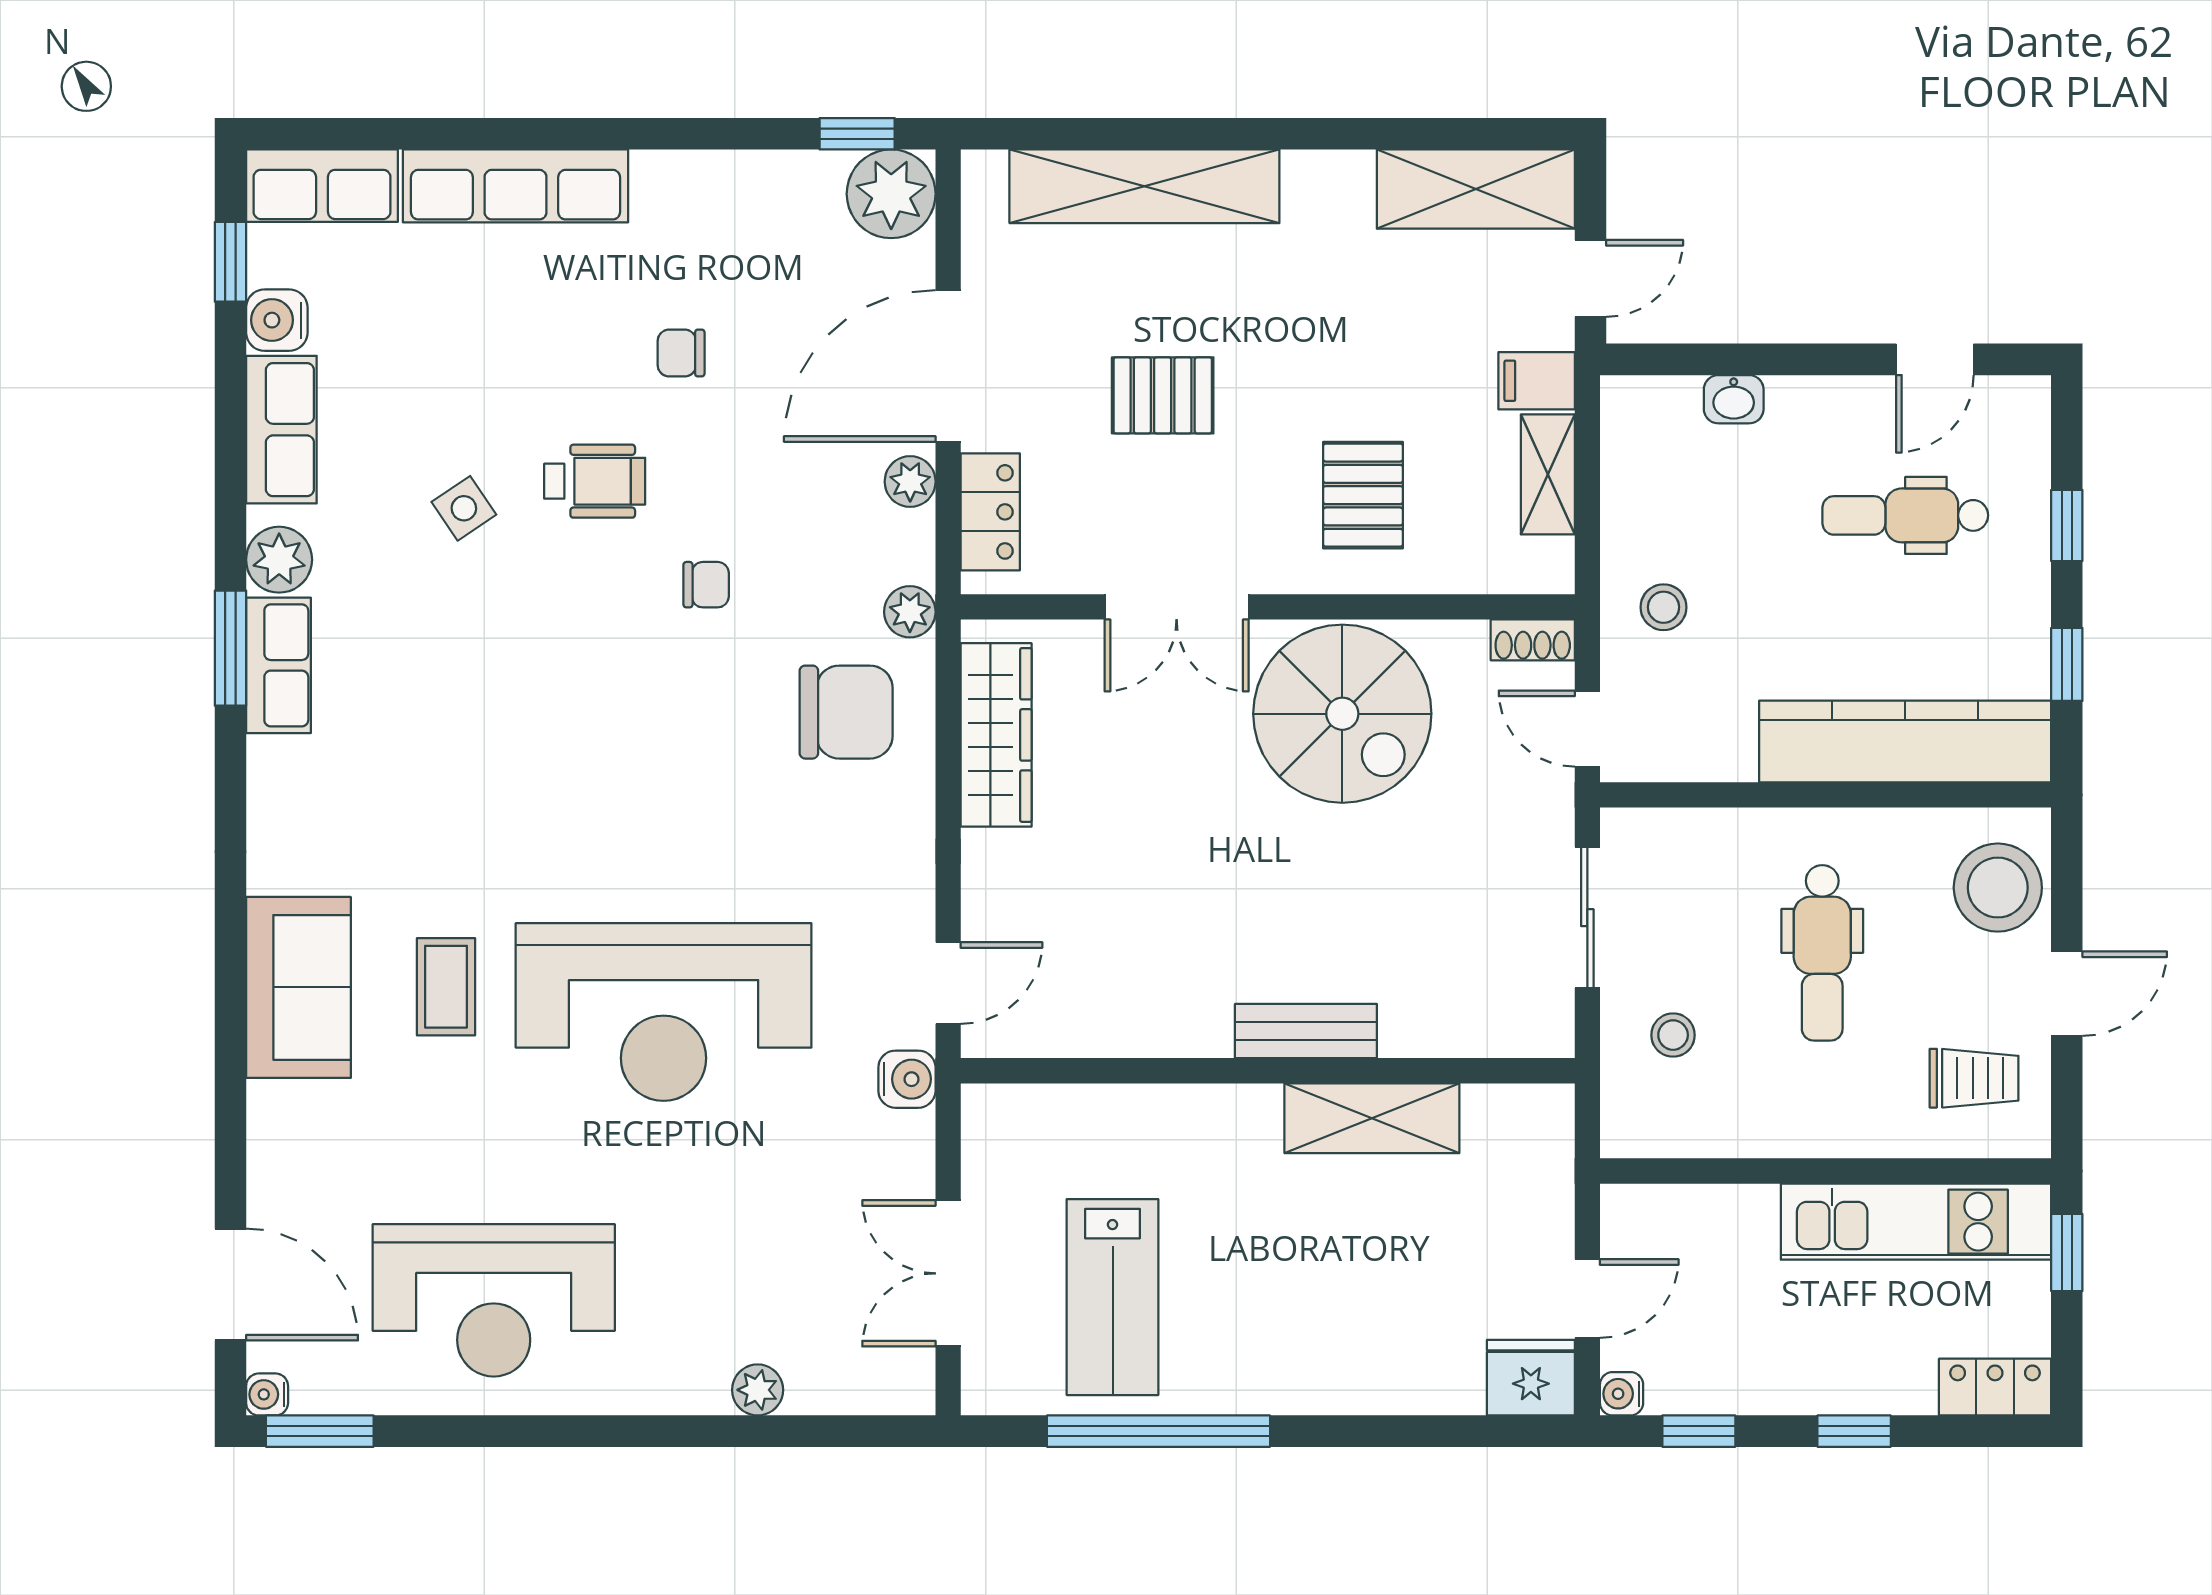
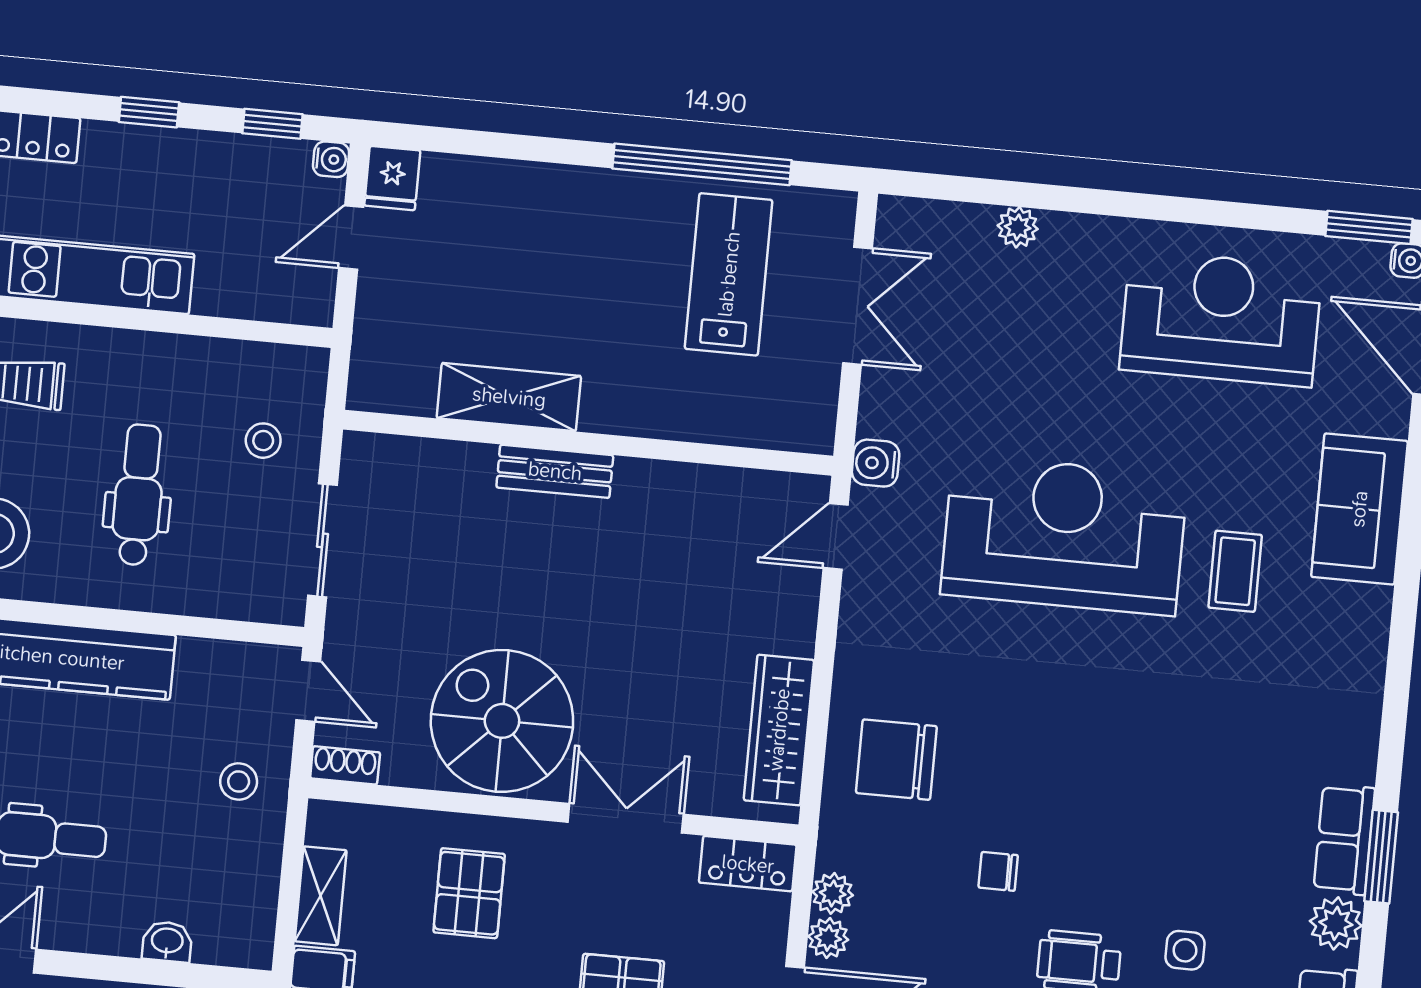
side table: (464, 508) -> (1185, 950), turned 34
locker: (990, 512) -> (748, 864), moved, turned -90
plant: (910, 612) -> (833, 893), moved
sofa: (298, 987) -> (1359, 509), moved
fridge: (1531, 1378) -> (392, 178), width x0.72

